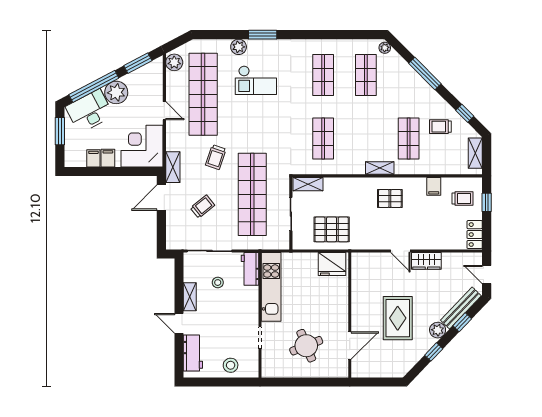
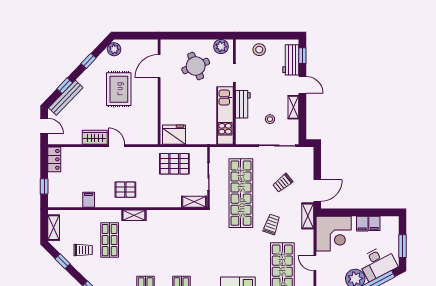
shop shelf: (323, 138) -> (181, 240), removed
trolley: (463, 198) -> (64, 190), removed
workbench: (250, 269) -> (243, 104), moved
plant: (438, 330) -> (114, 49), moved
window: (179, 358) -> (302, 56), added
plant: (276, 369) -> (221, 47), added

